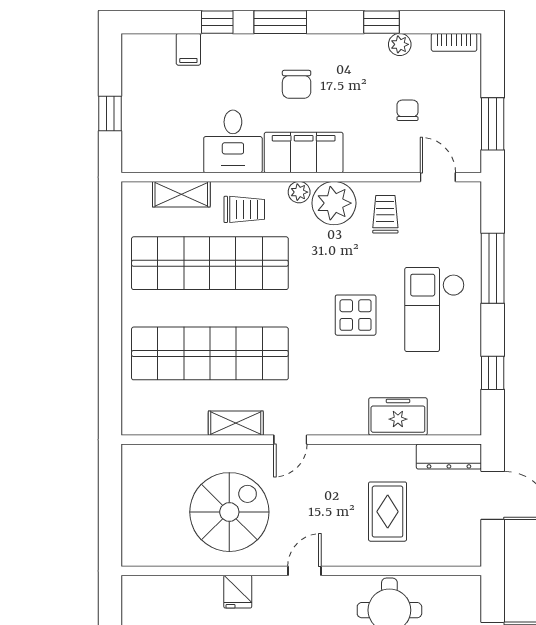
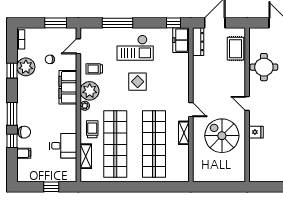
plant: (400, 44) -> (26, 67), width x1.87, depth x1.87
chair: (297, 84) -> (24, 132), moved
desk: (233, 141) -> (63, 146), moved
filing cabinet: (304, 153) -> (68, 87), moved
window: (493, 373) -> (174, 23), moved
freezer: (398, 416) -> (181, 40), moved
rug: (388, 512) -> (236, 49), moved, turned 90

